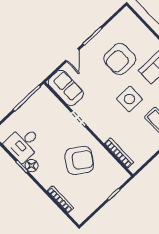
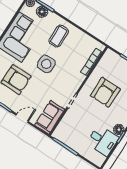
armchair: (79, 160) -> (105, 92), turned -124

